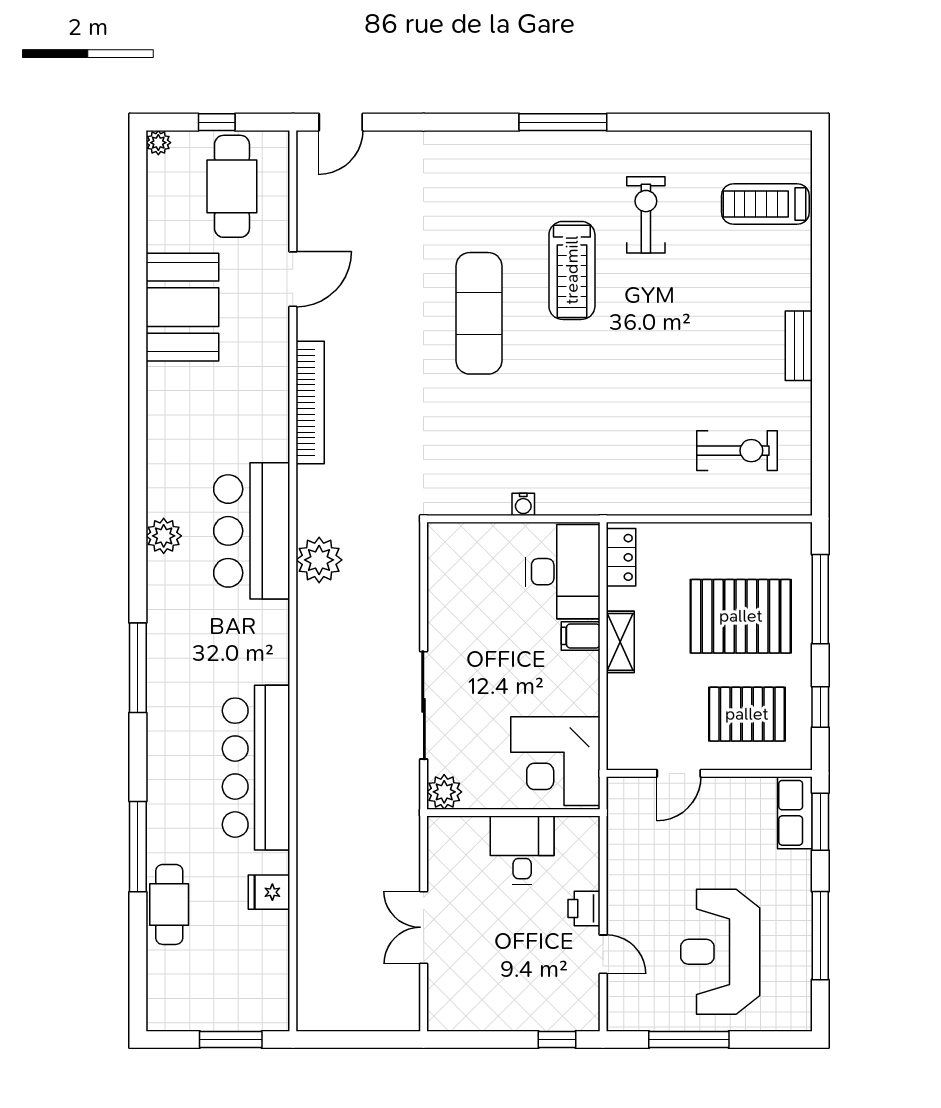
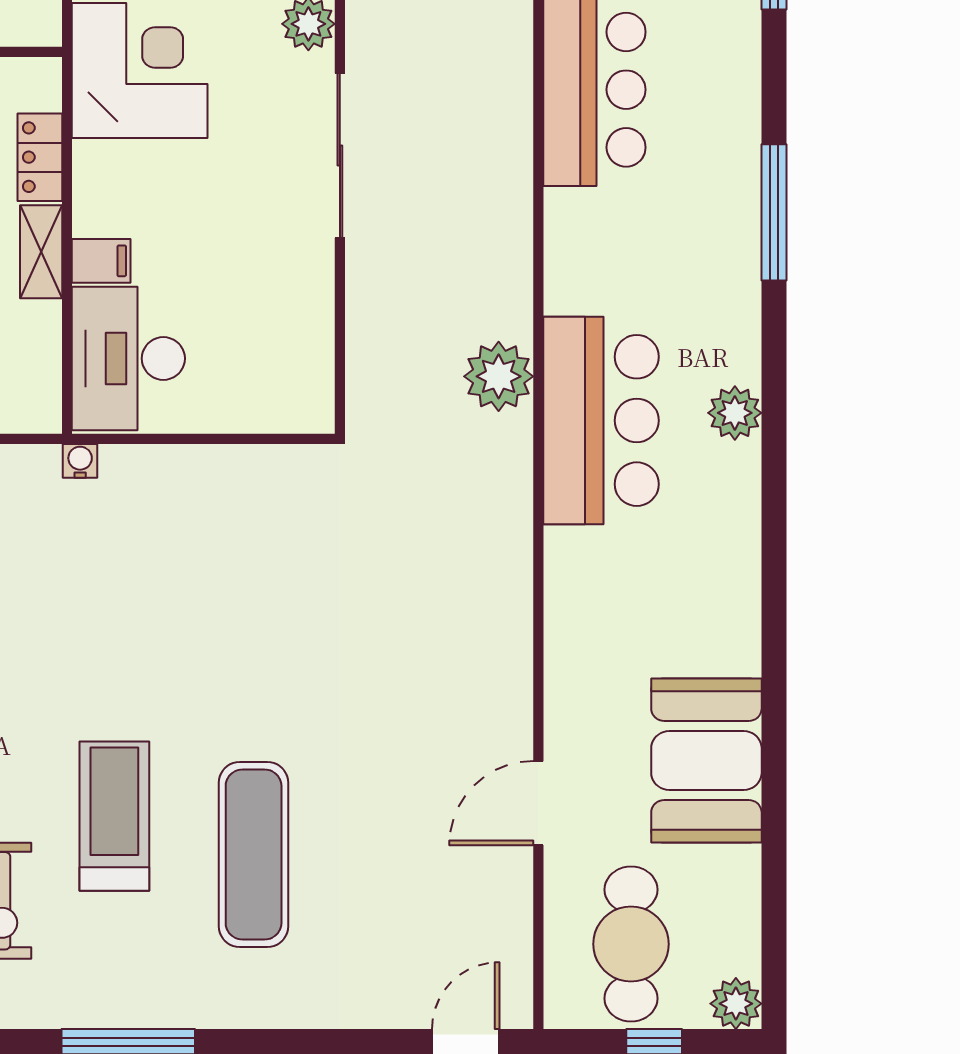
plant: (158, 143) -> (736, 1004), width x1.38, depth x1.38
exercise mat: (479, 313) -> (254, 854), moved
bookcase: (310, 403) -> (512, 615), removed
water cooler: (523, 504) -> (80, 461), moved
locker: (621, 557) -> (40, 157), moved

